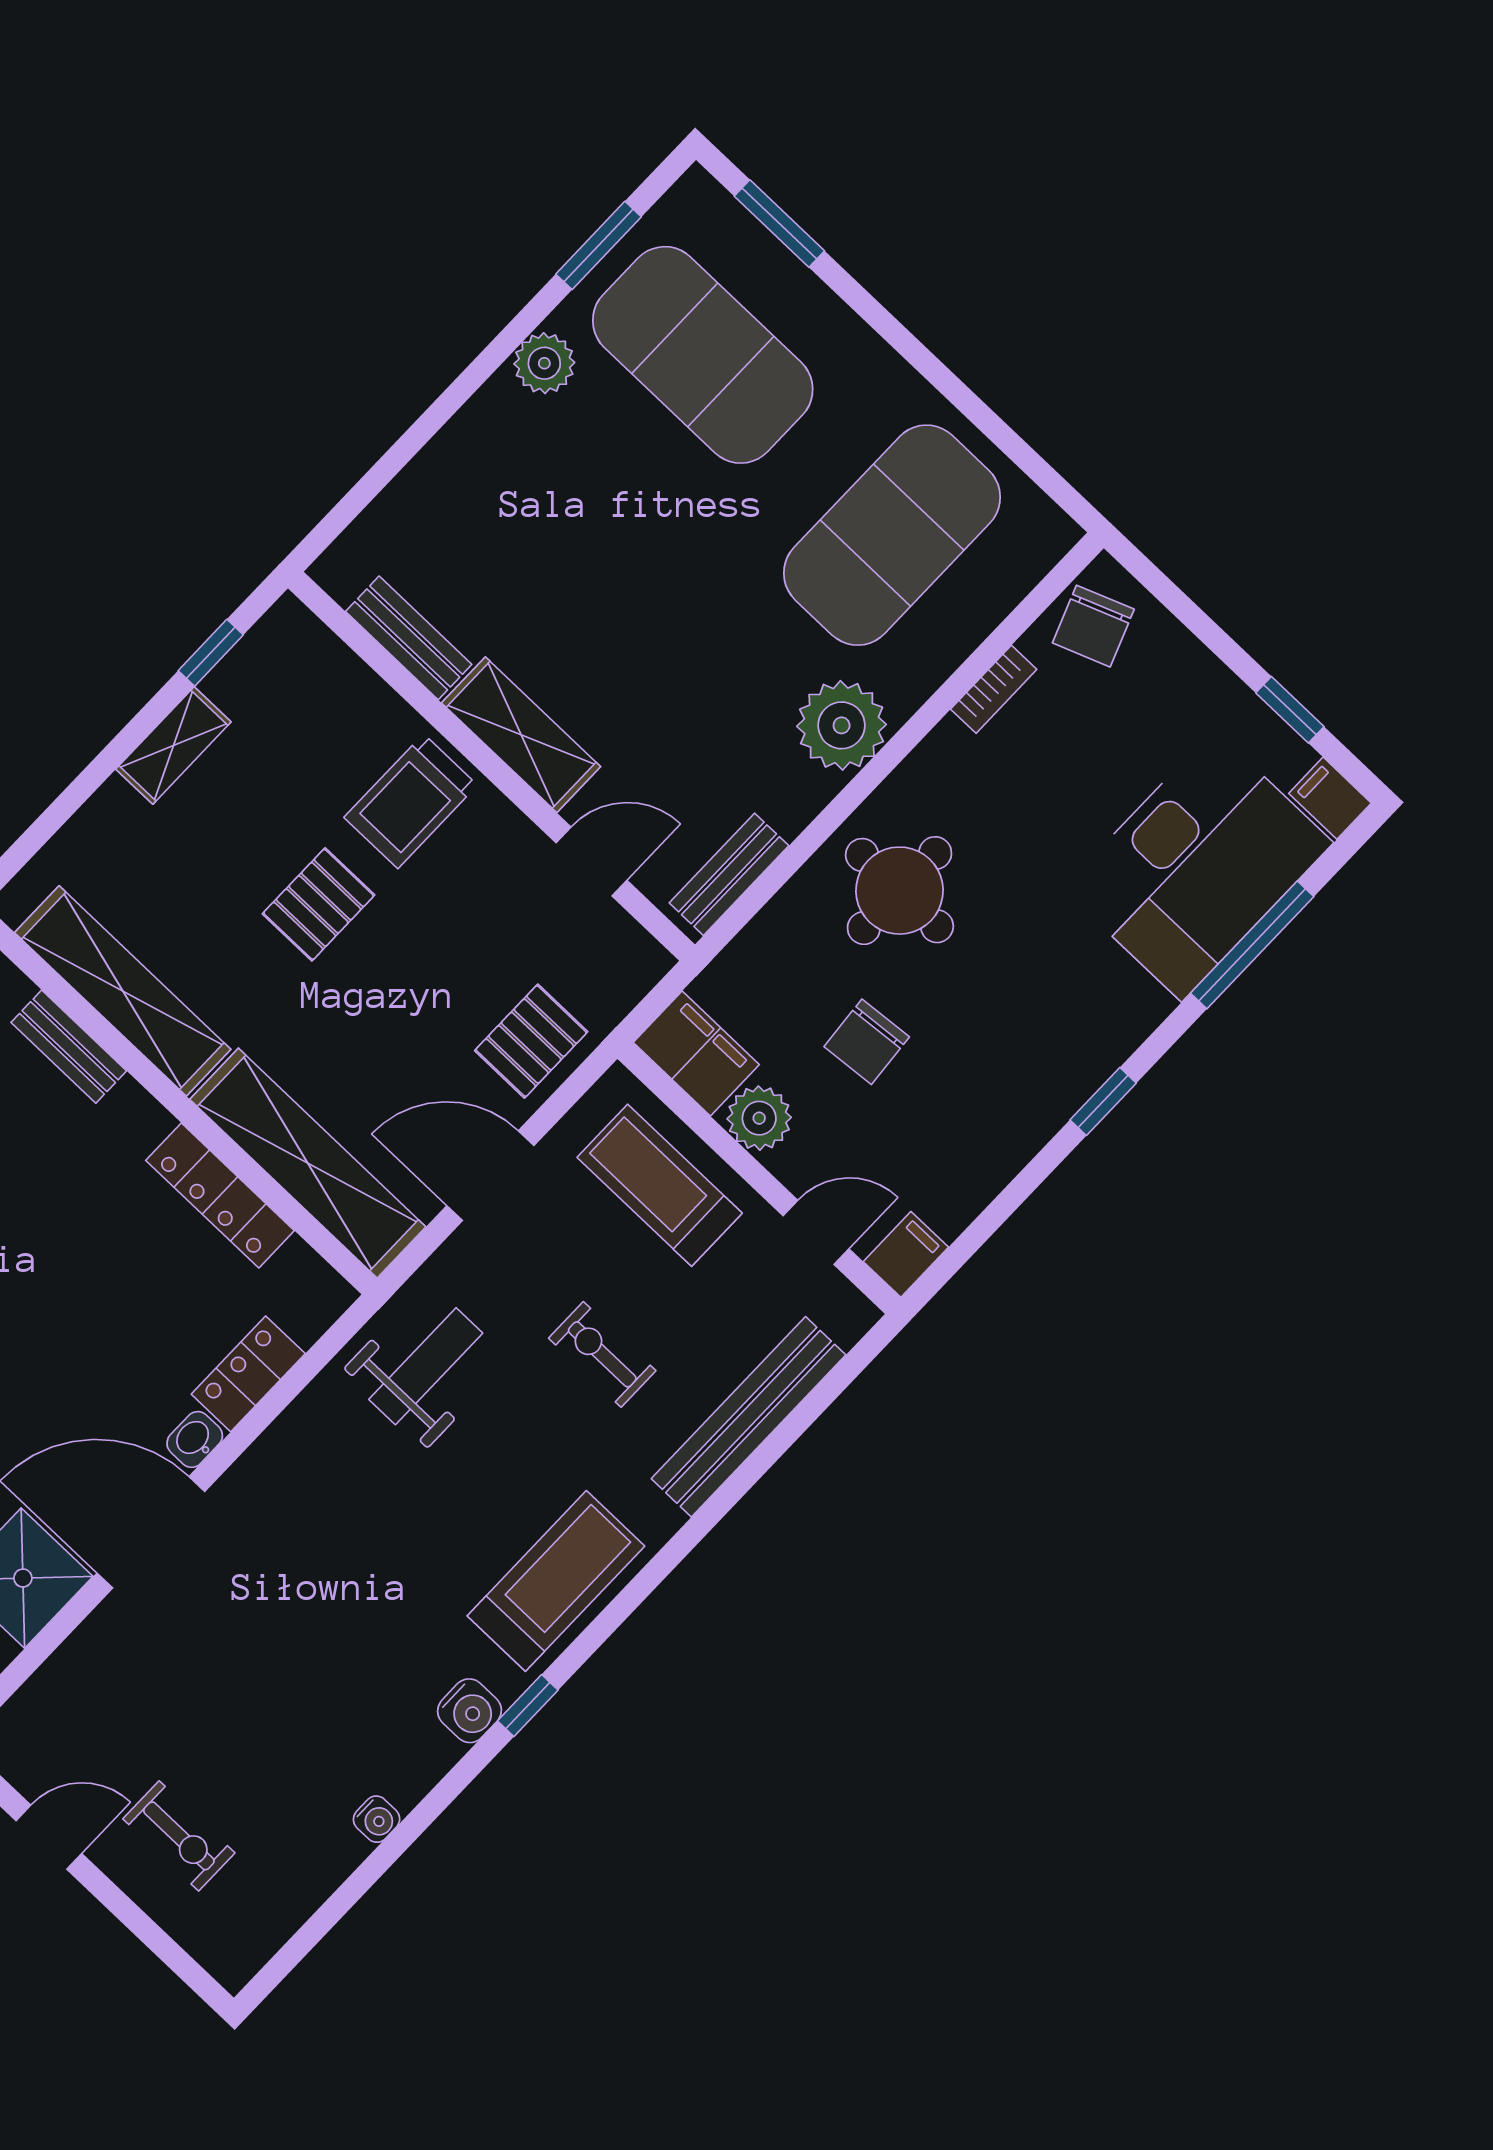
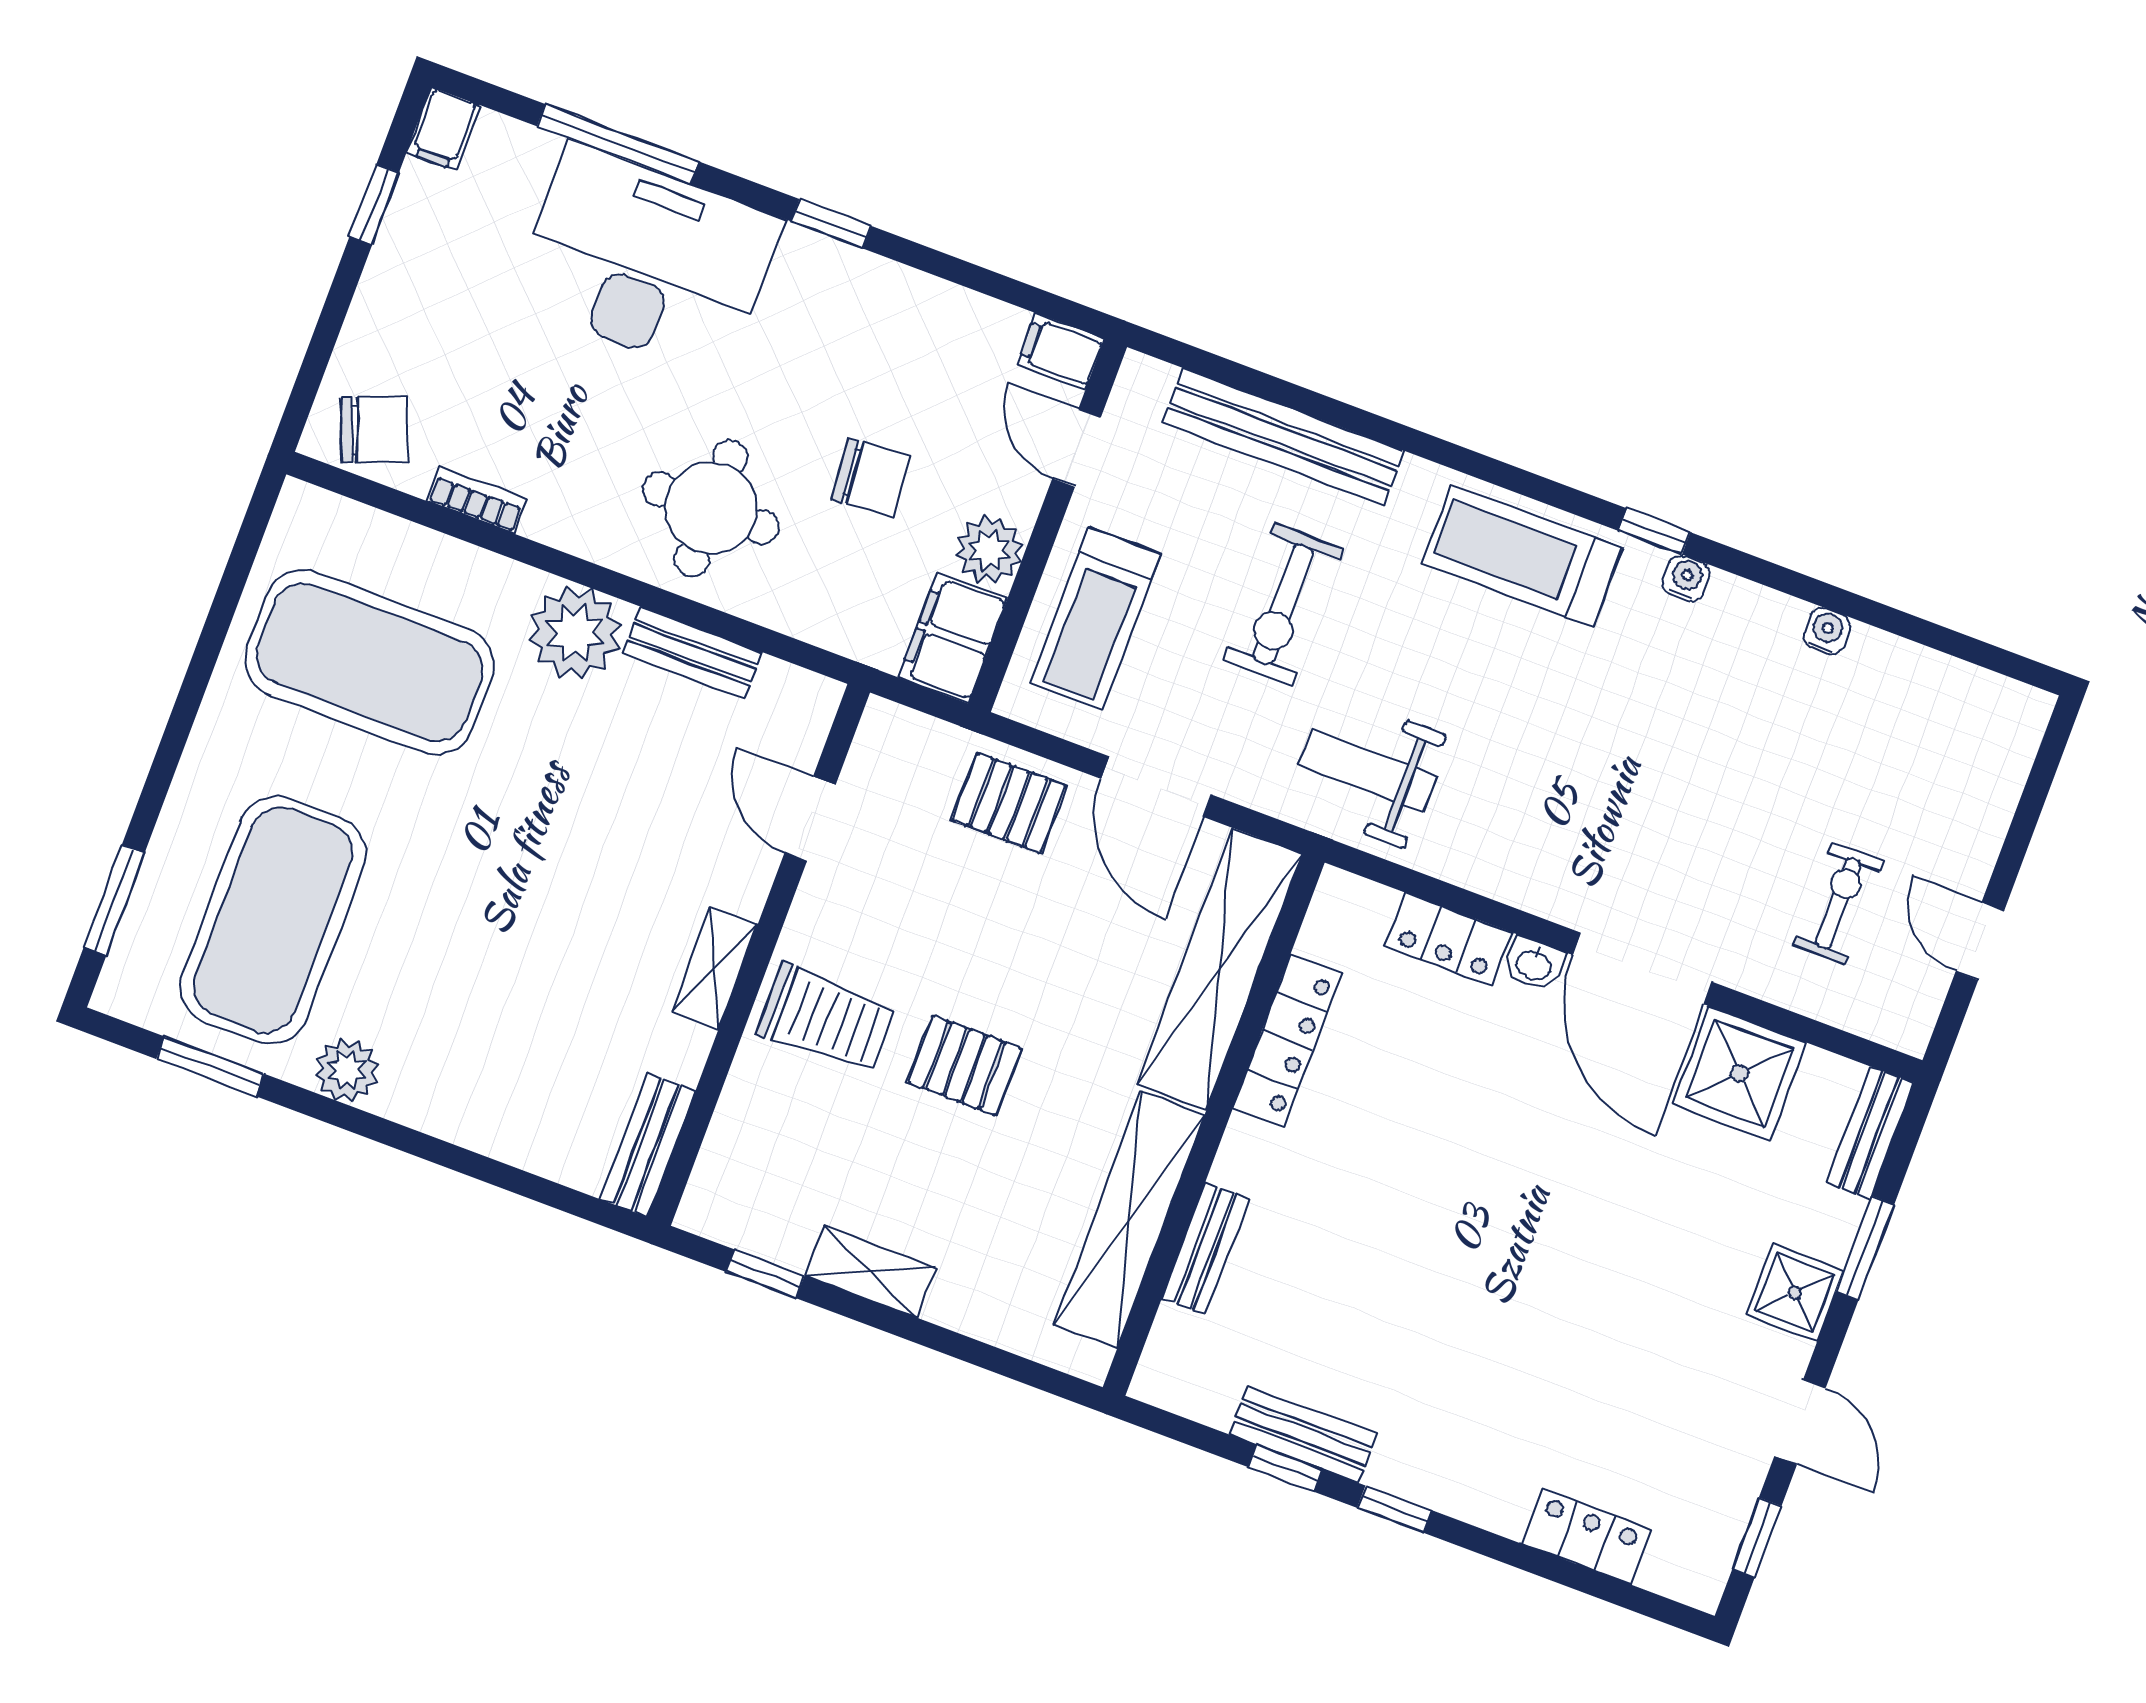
bench: (409, 638) -> (648, 1145), moved
shelving: (521, 735) -> (714, 968), width x0.67, depth x0.75
desk: (1198, 866) -> (647, 260), moved
bench: (729, 874) -> (693, 653), moved
exercise bike: (602, 1354) -> (1283, 604), width x1.38, depth x1.39
water cooler: (469, 1711) -> (1686, 578), width x0.72, depth x0.72
exercise bike: (179, 1836) -> (1838, 903), moved

